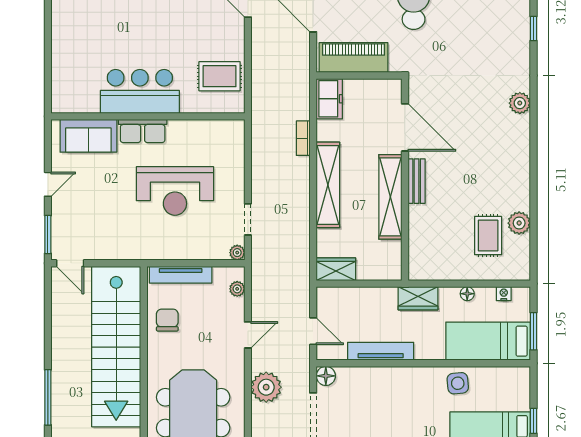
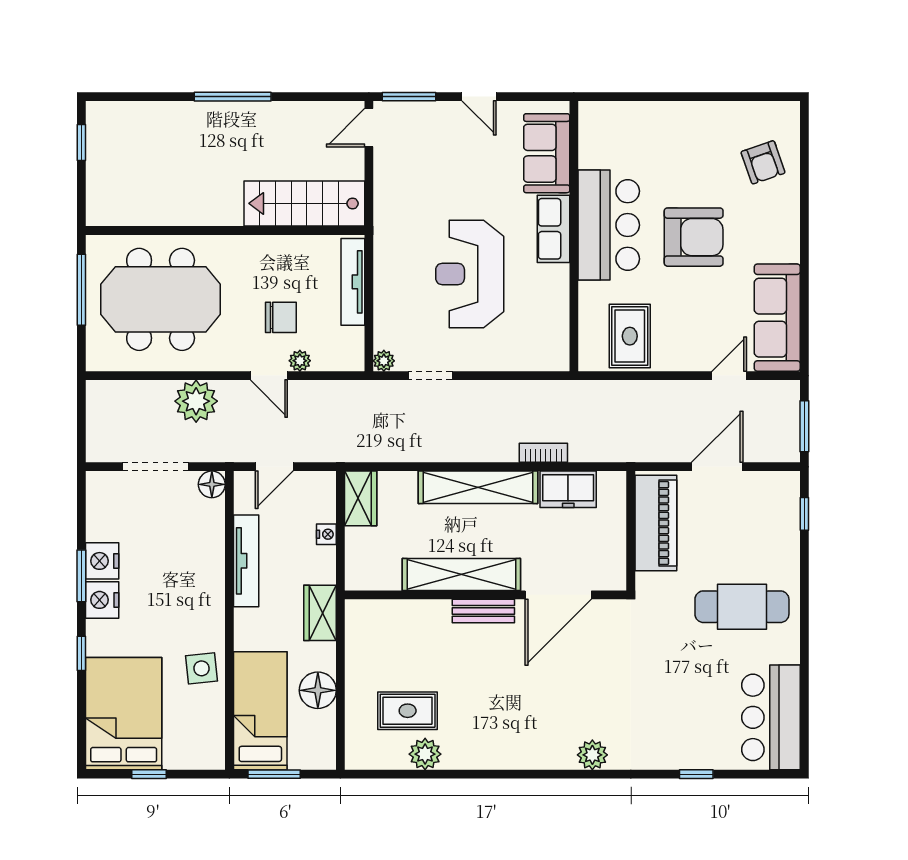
armchair: (149, 30) -> (694, 237), added
freezer: (329, 99) -> (568, 489), moved
plant: (237, 289) -> (300, 361), moved
floor lamp: (467, 294) -> (318, 690), width x1.89, depth x1.89
nightstand: (504, 294) -> (326, 534), moved
chair: (167, 320) -> (281, 317), moved
stairs: (116, 347) -> (304, 203), width x0.54, depth x0.66
window: (48, 397) -> (233, 97), moved

